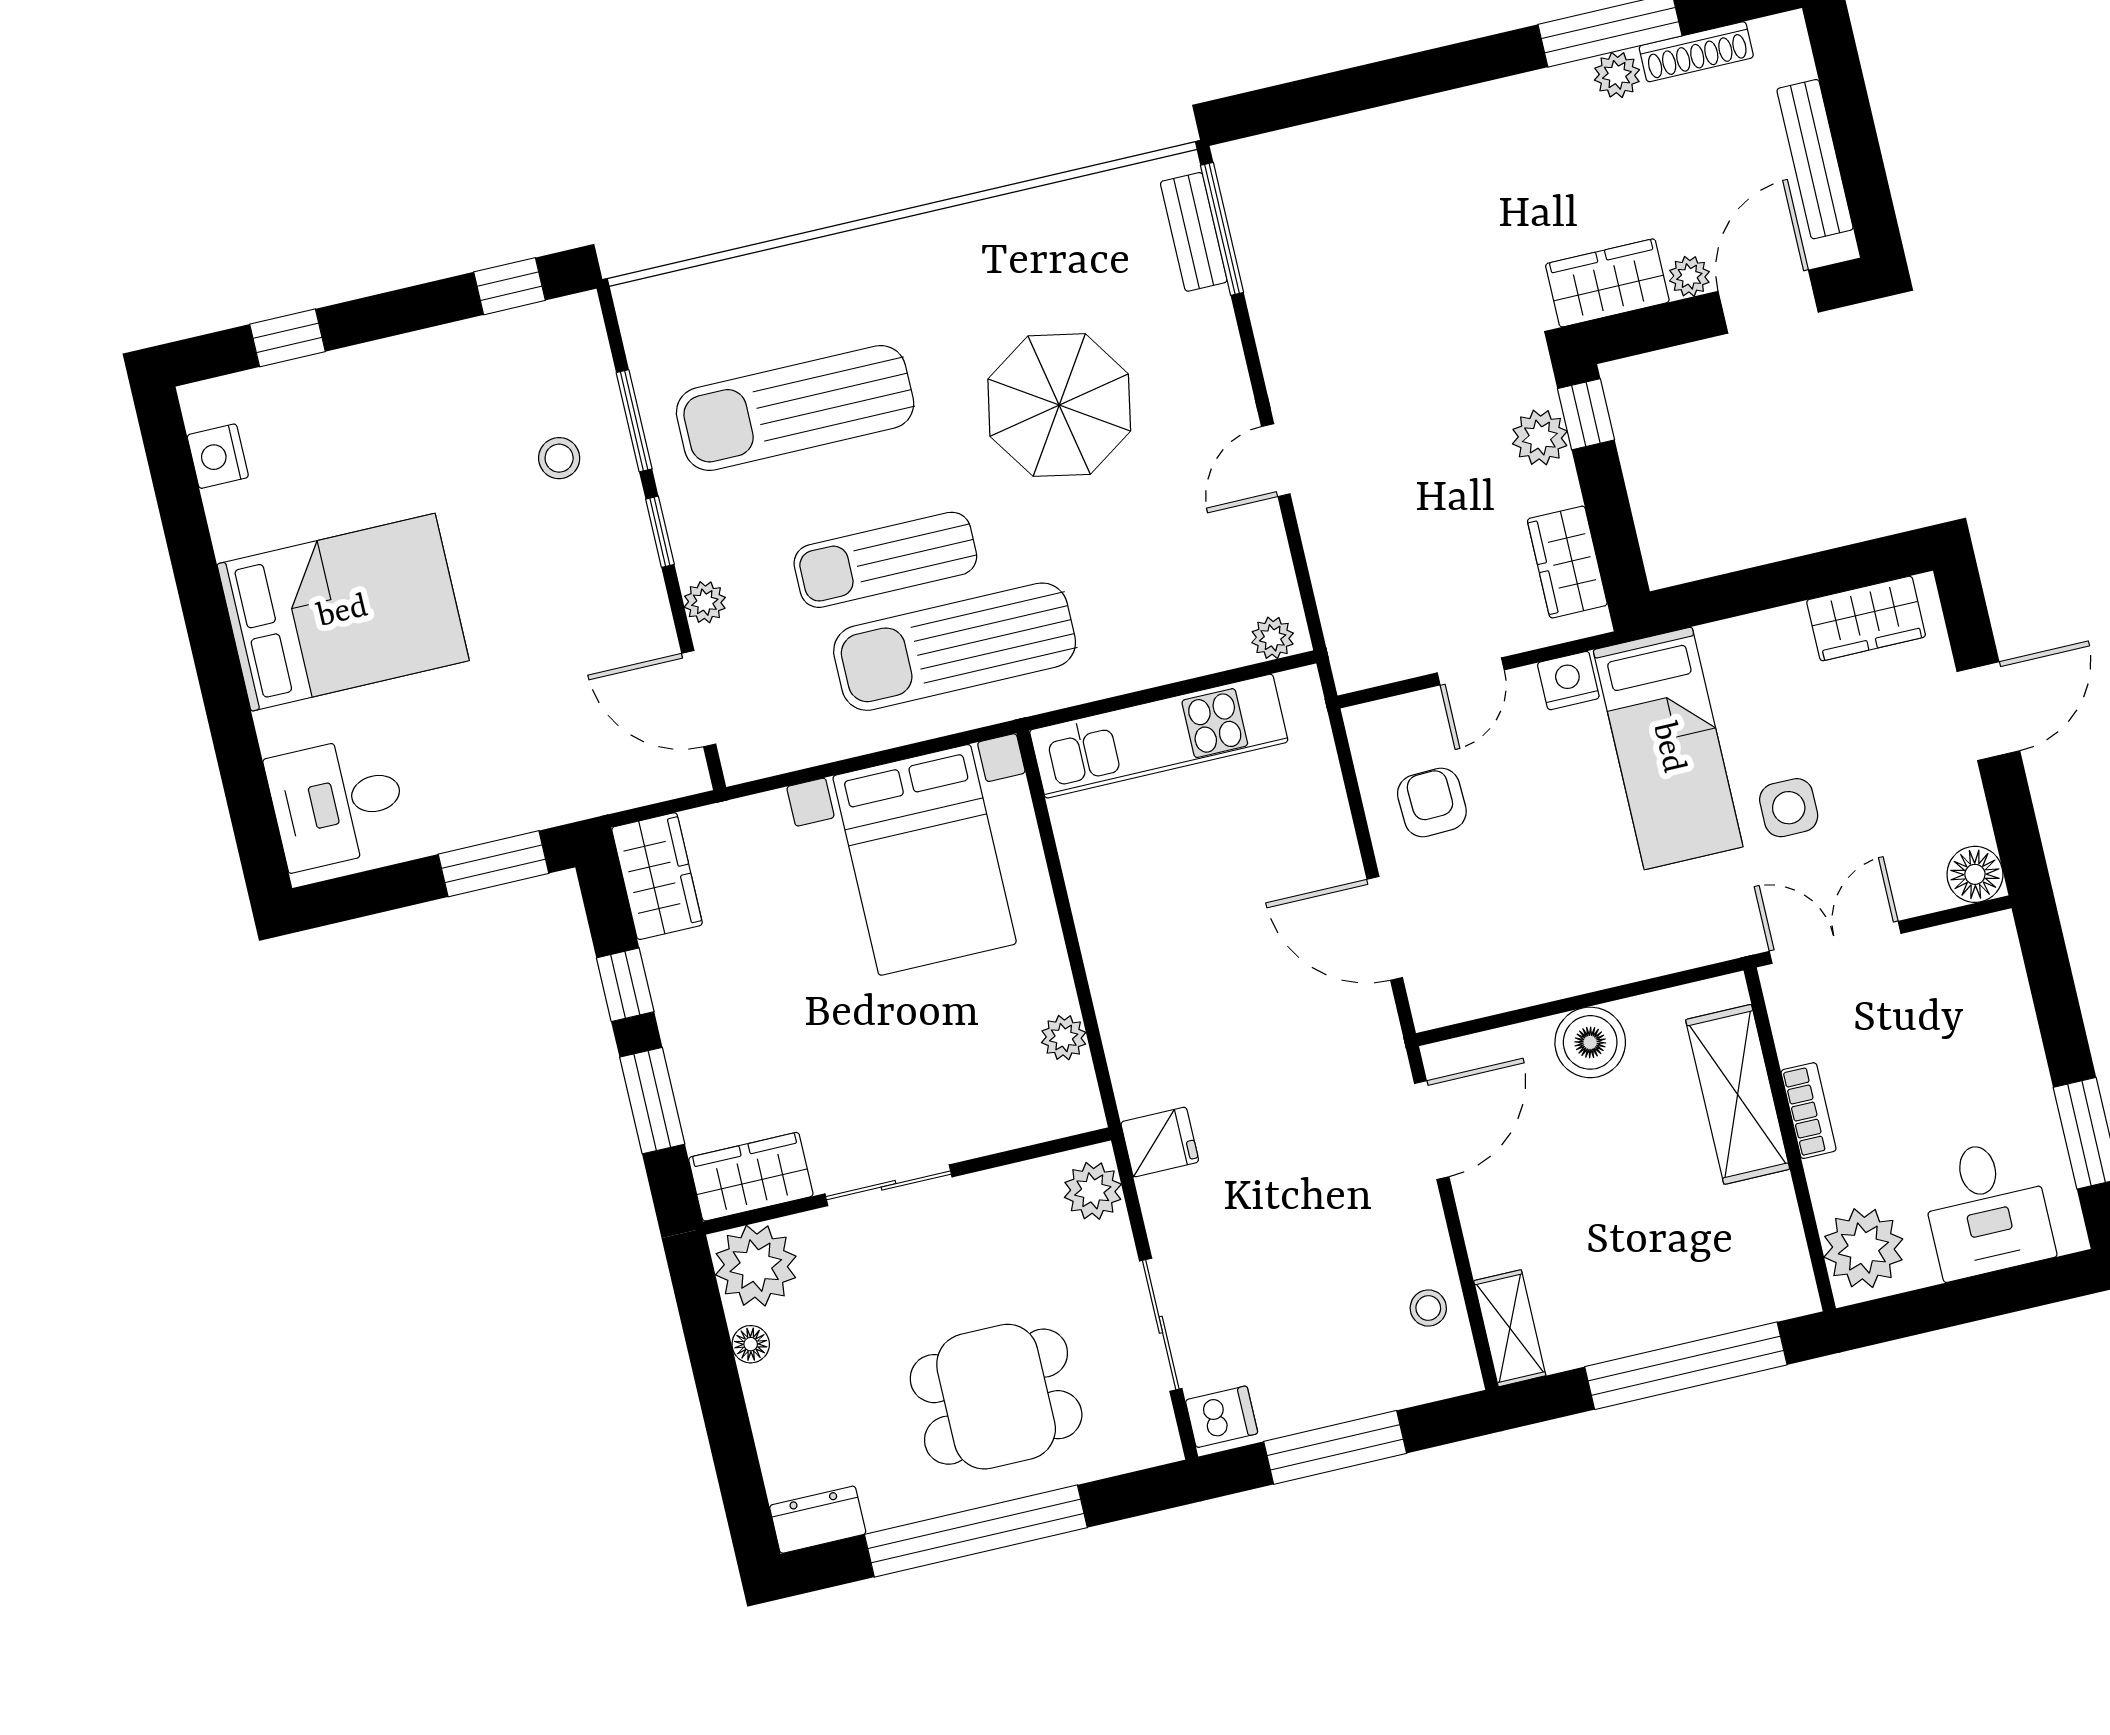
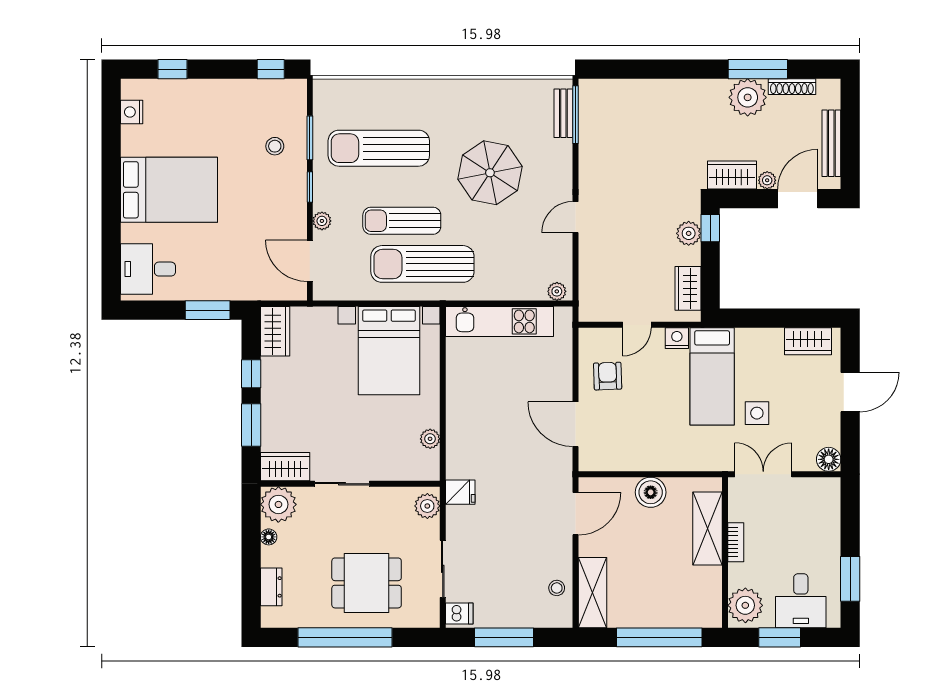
plant: (1617, 75) -> (748, 97), width x1.87, depth x1.87
window: (1958, 1302) -> (780, 637), added
shelving: (1510, 1328) -> (592, 593), width x1.50, depth x1.33
dresser: (818, 1520) -> (271, 587), moved, turned 90

